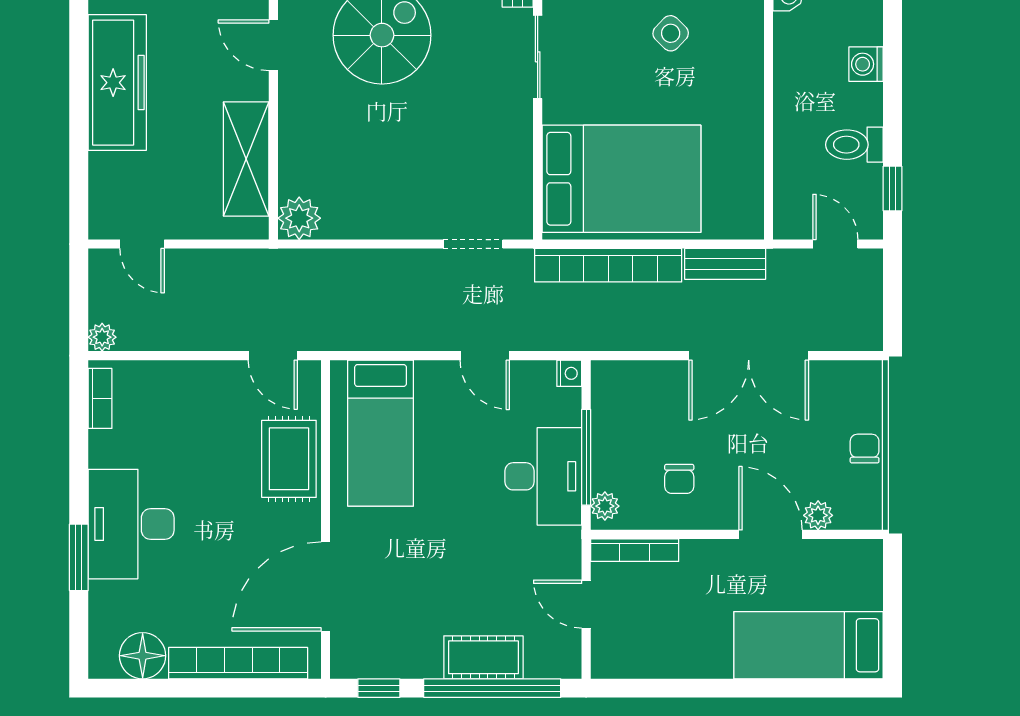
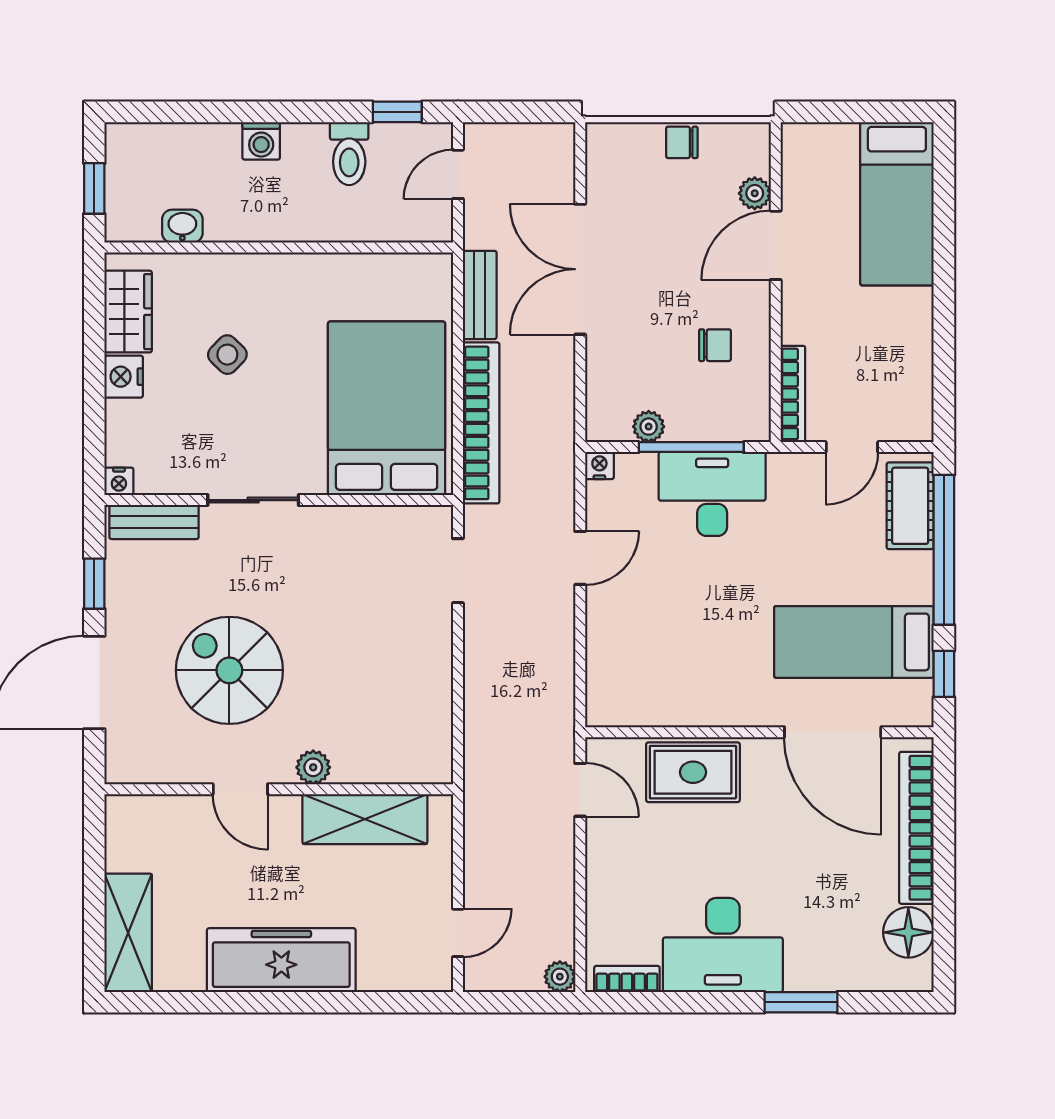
door: (273, 45) -> (240, 789), hinge flipped
plant: (299, 218) -> (313, 767), moved, width x0.73, depth x0.73
door: (273, 356) -> (580, 790), hinge flipped
double door: (749, 356) -> (580, 269), swing flipped
bed: (381, 433) -> (854, 642), moved, turned 180
plant: (605, 506) -> (649, 427), moved
desk: (131, 524) -> (723, 945), moved
cot: (483, 657) -> (910, 506), moved

